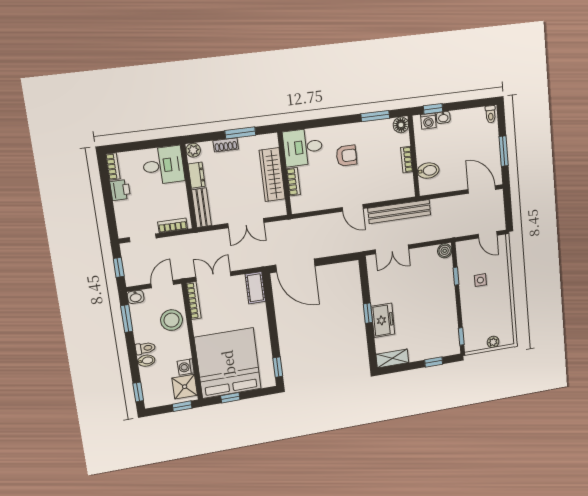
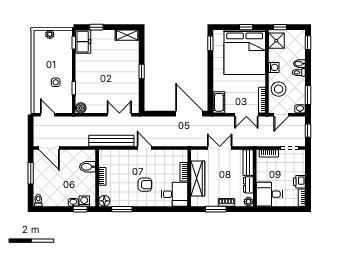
armchair: (346, 156) -> (145, 185), turned 180
freezer: (383, 320) -> (83, 42), moved, turned 180
washing machine: (186, 367) -> (274, 67), moved

